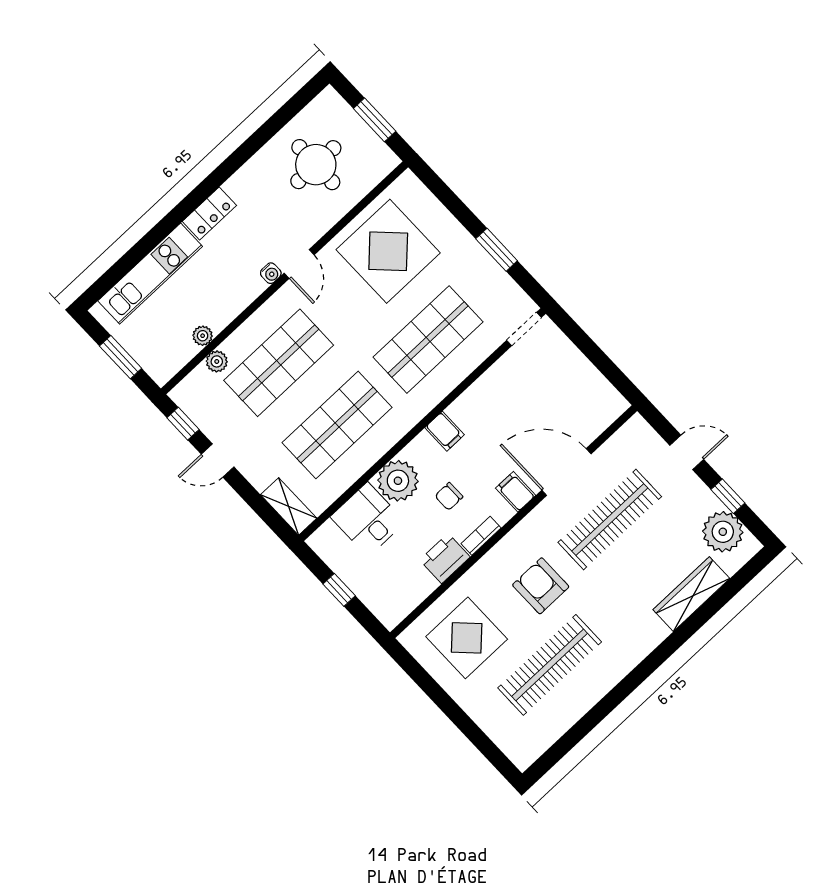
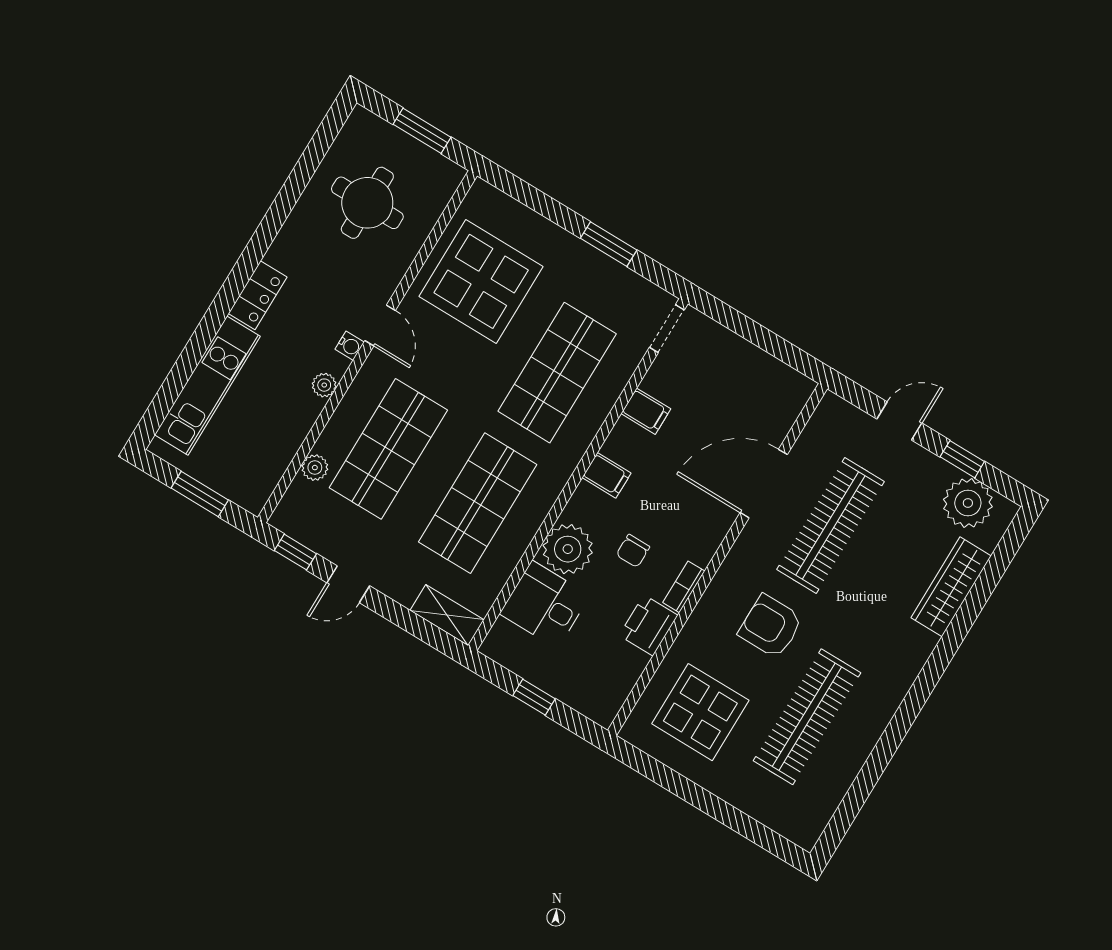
plant: (203, 336) -> (324, 385), moved
filing cabinet: (516, 492) -> (646, 411), moved, turned 180

